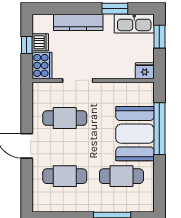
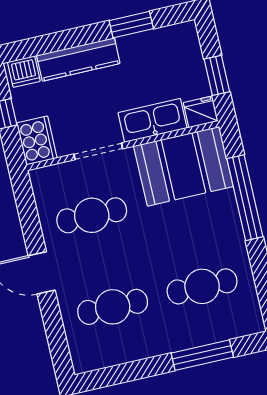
kitchen sink: (134, 24) -> (152, 120), moved, turned 180
window: (159, 37) -> (217, 75), moved
dishwasher: (40, 42) -> (24, 72), moved, turned 90
booth: (135, 134) -> (183, 166), moved, turned 90

